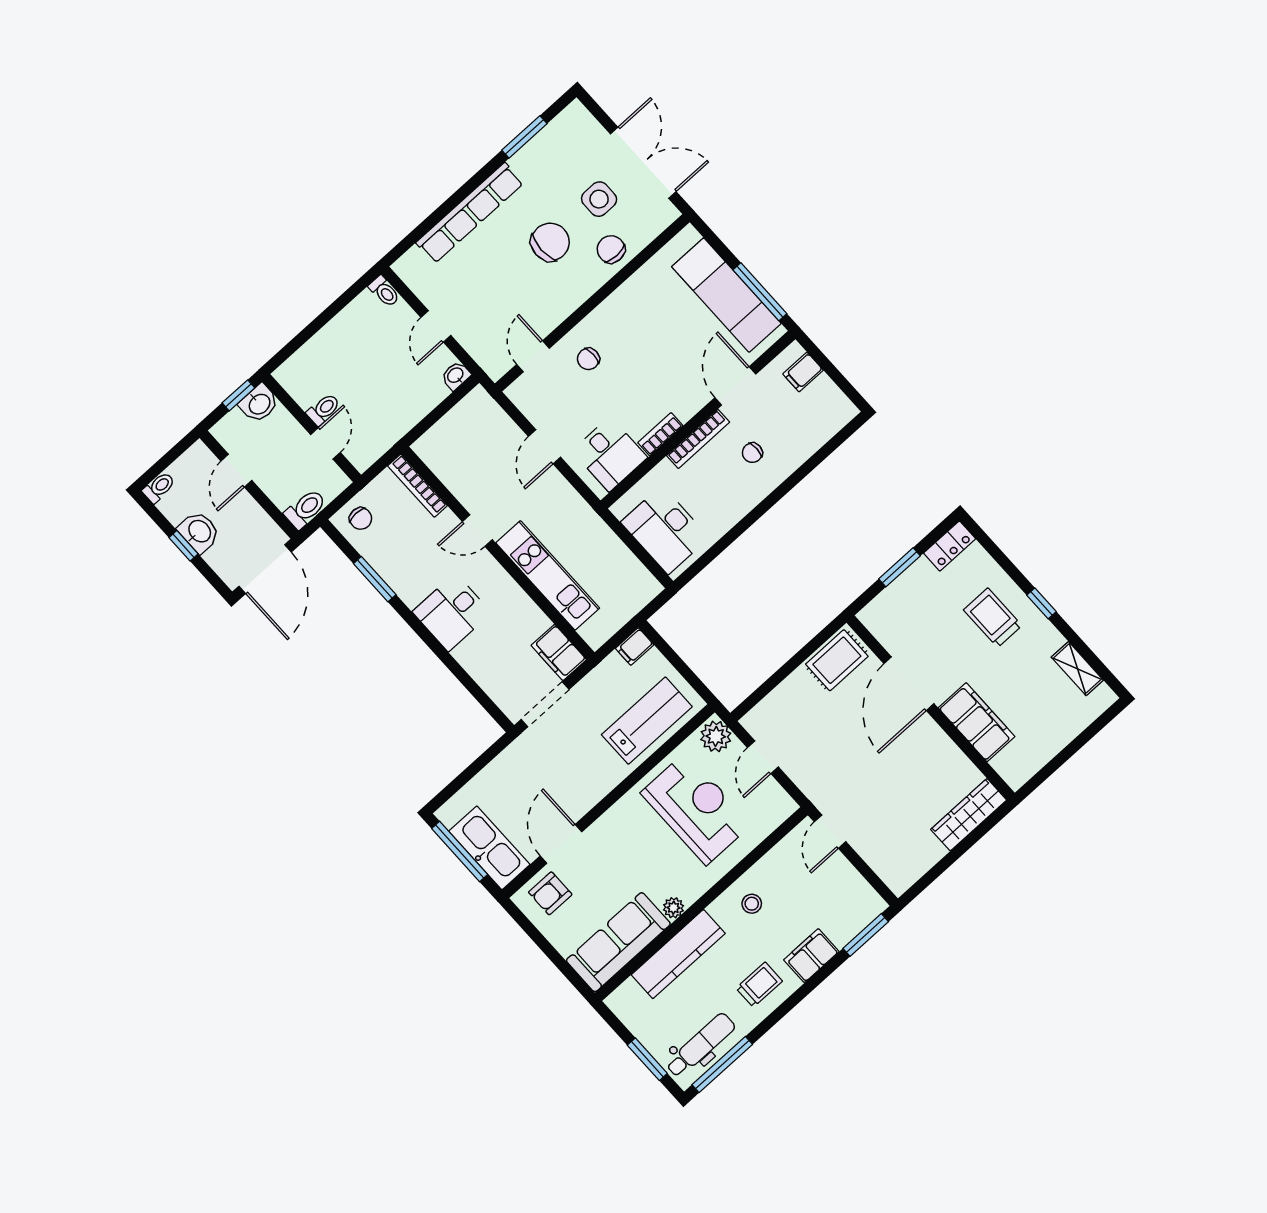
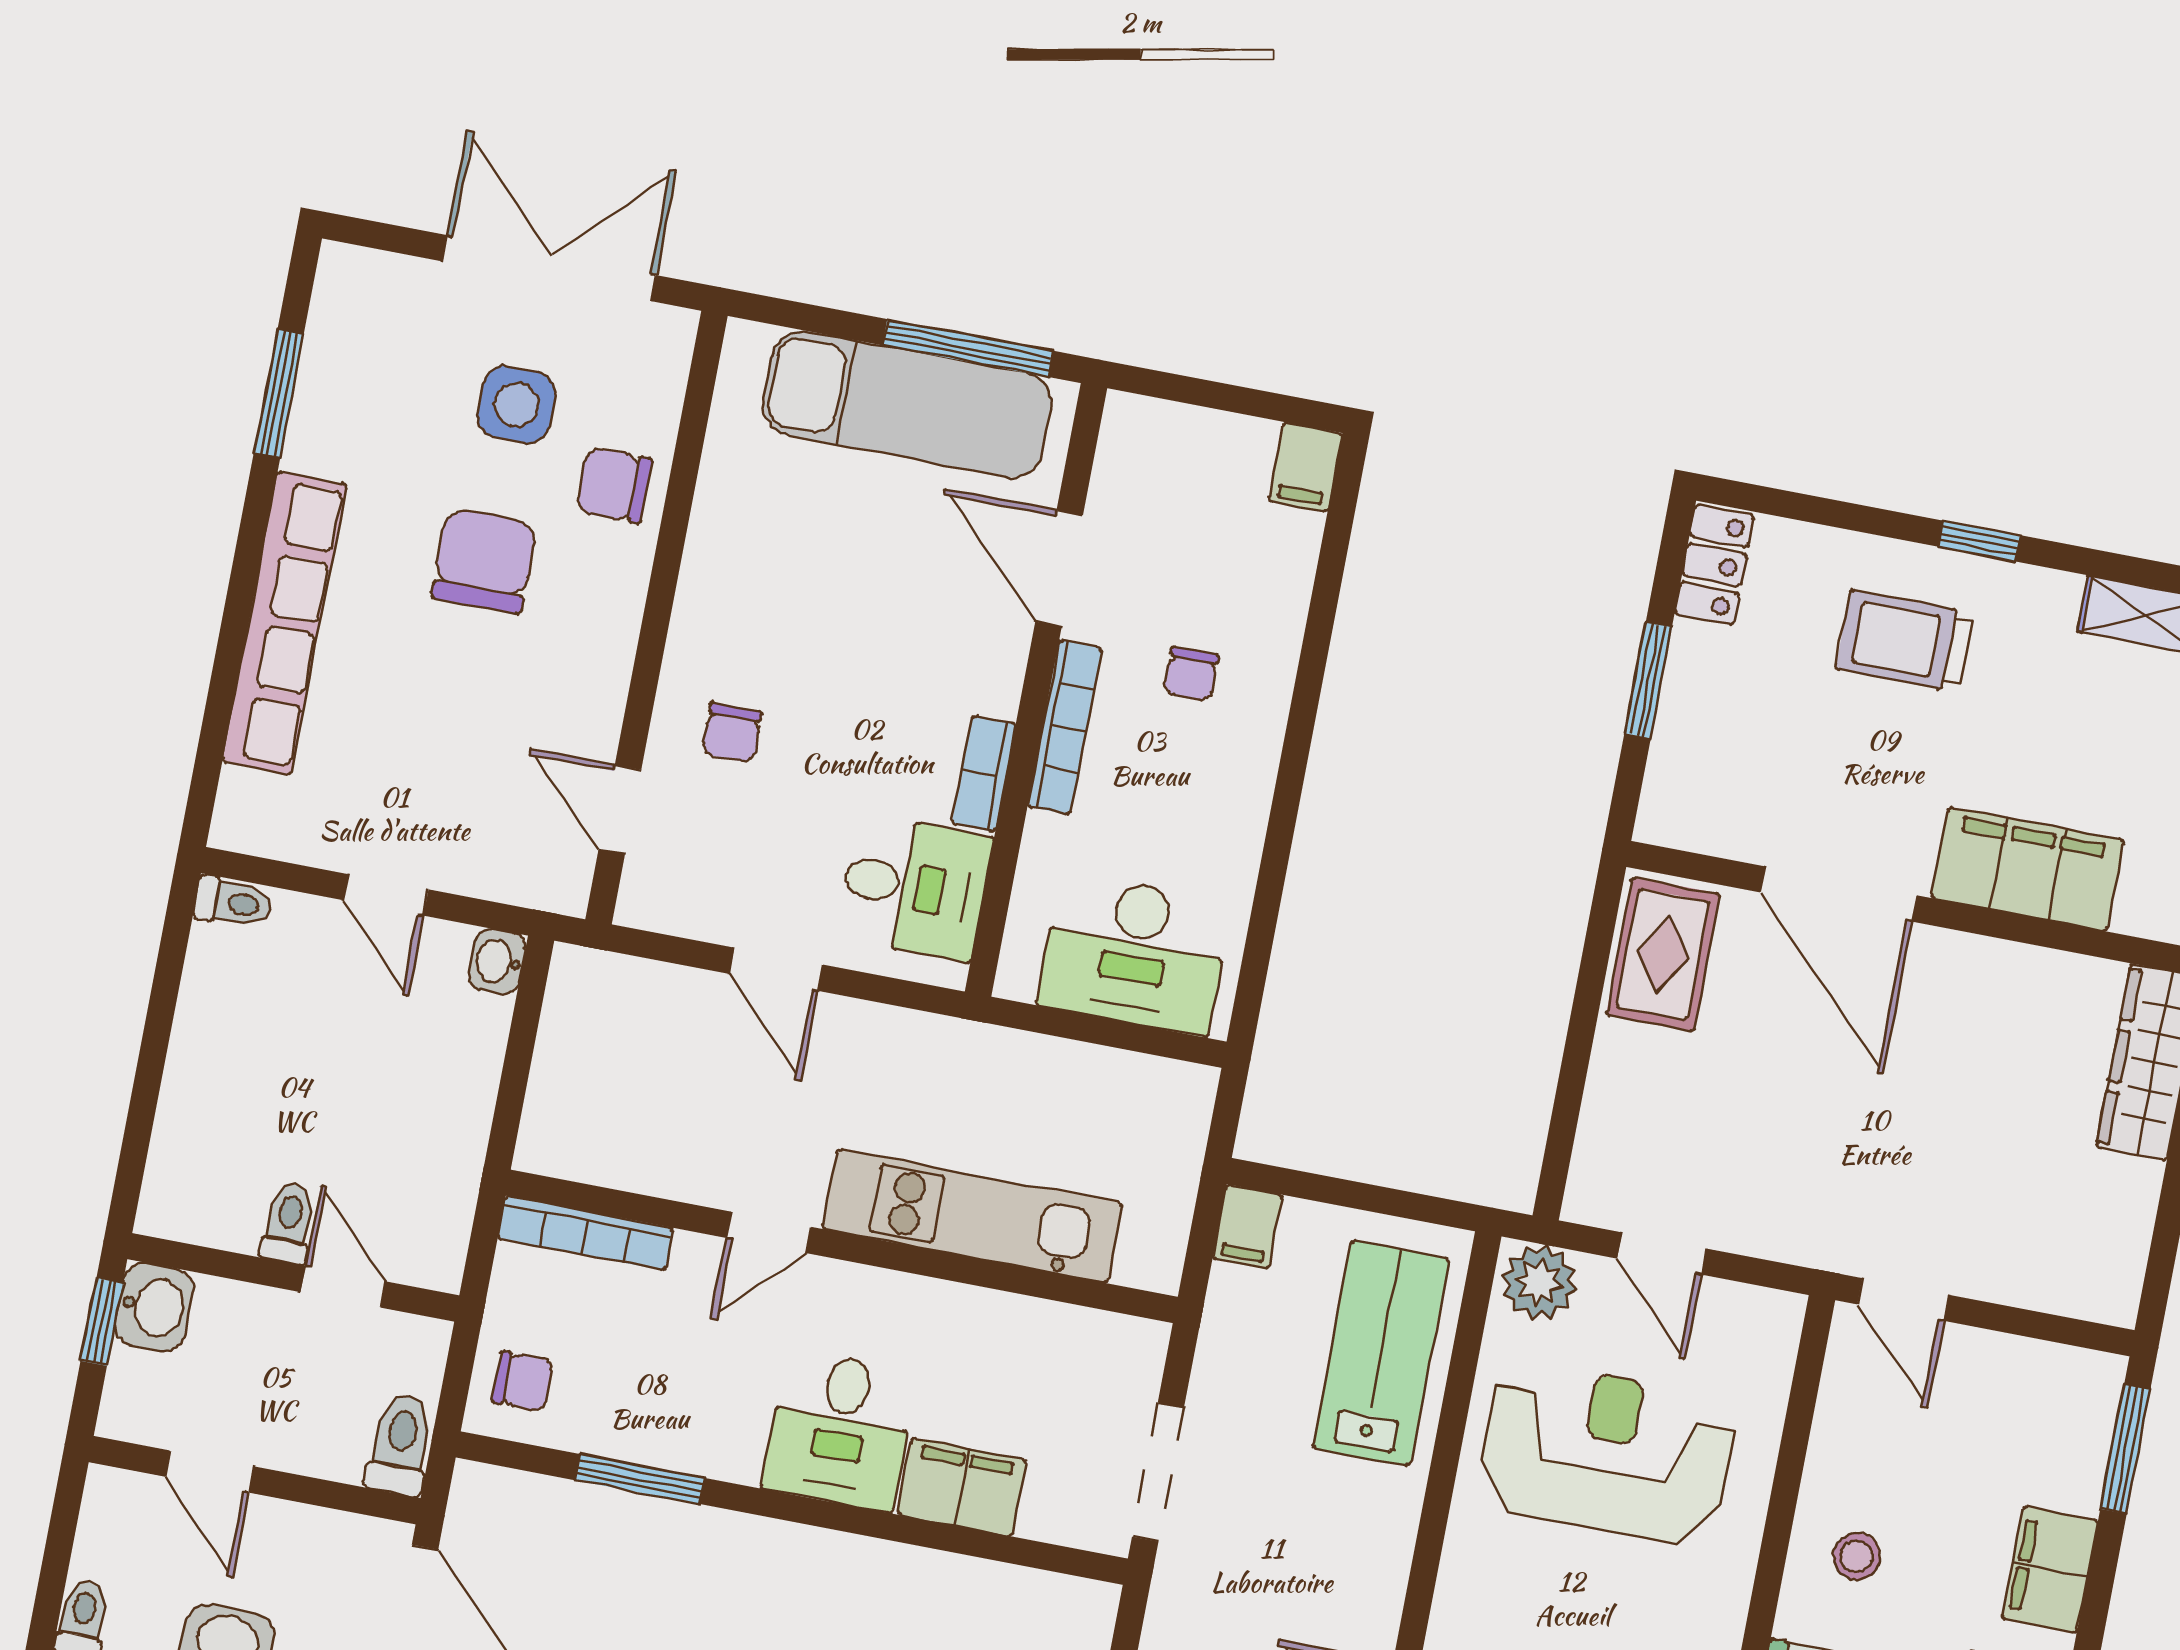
filing cabinet: (803, 372) -> (1306, 467), moved
filing cabinet: (559, 652) -> (962, 1487), moved, turned 180

